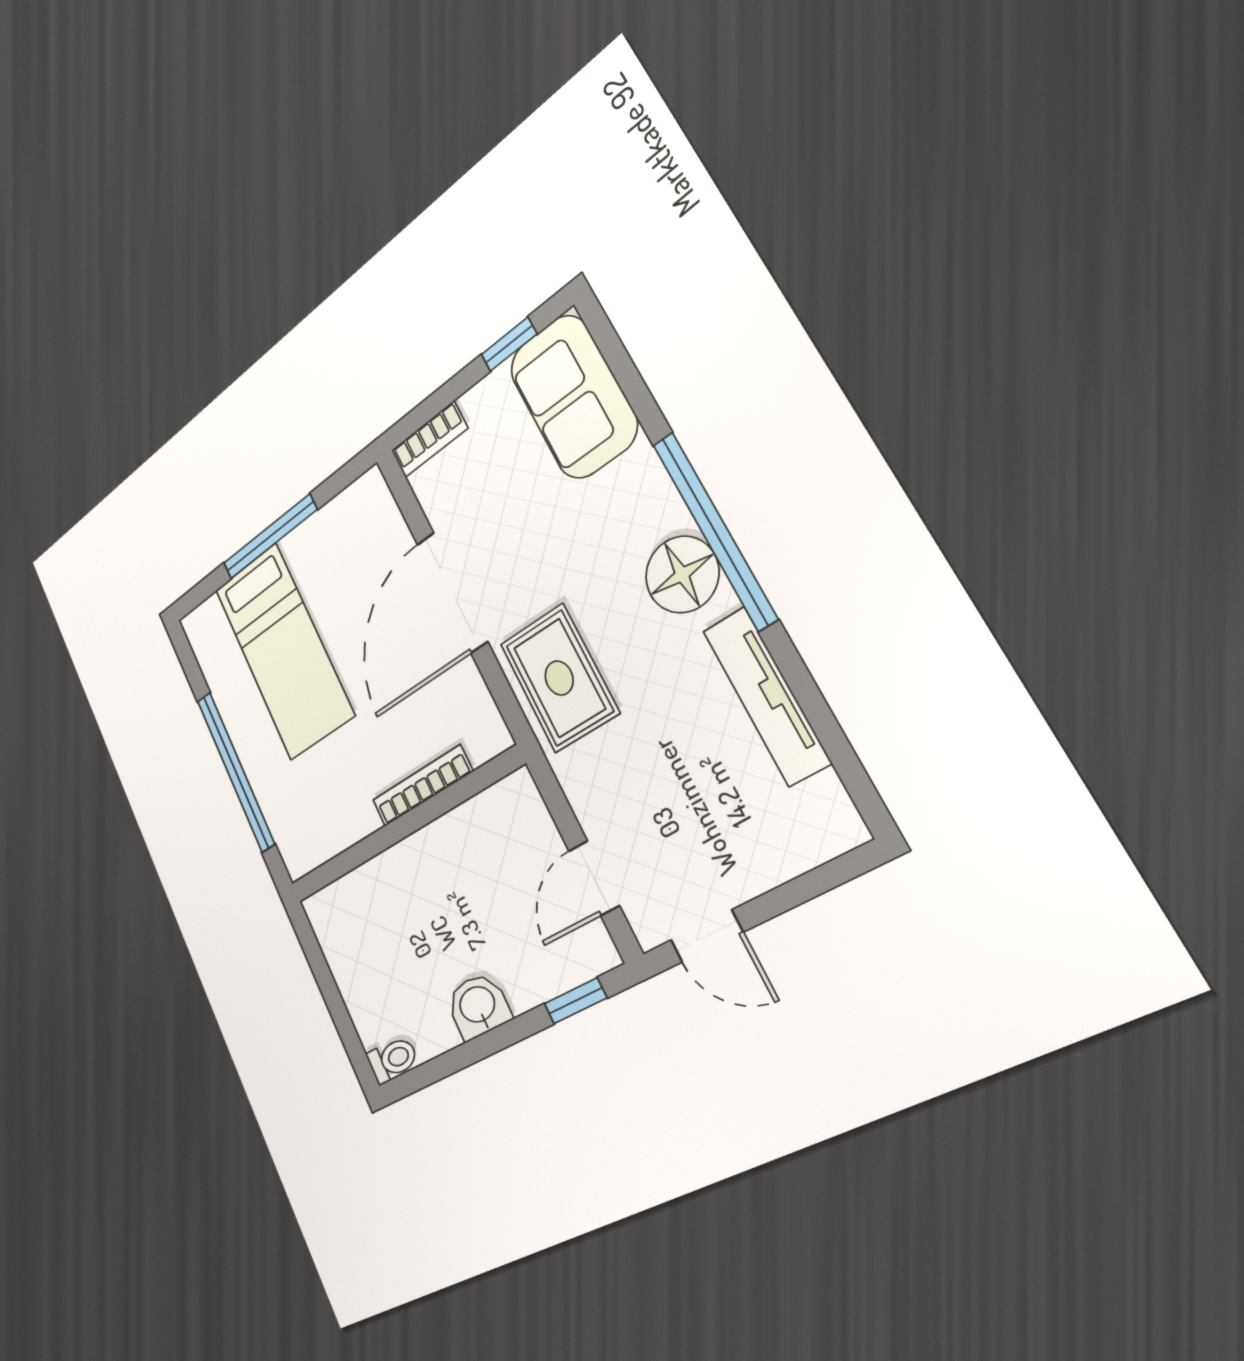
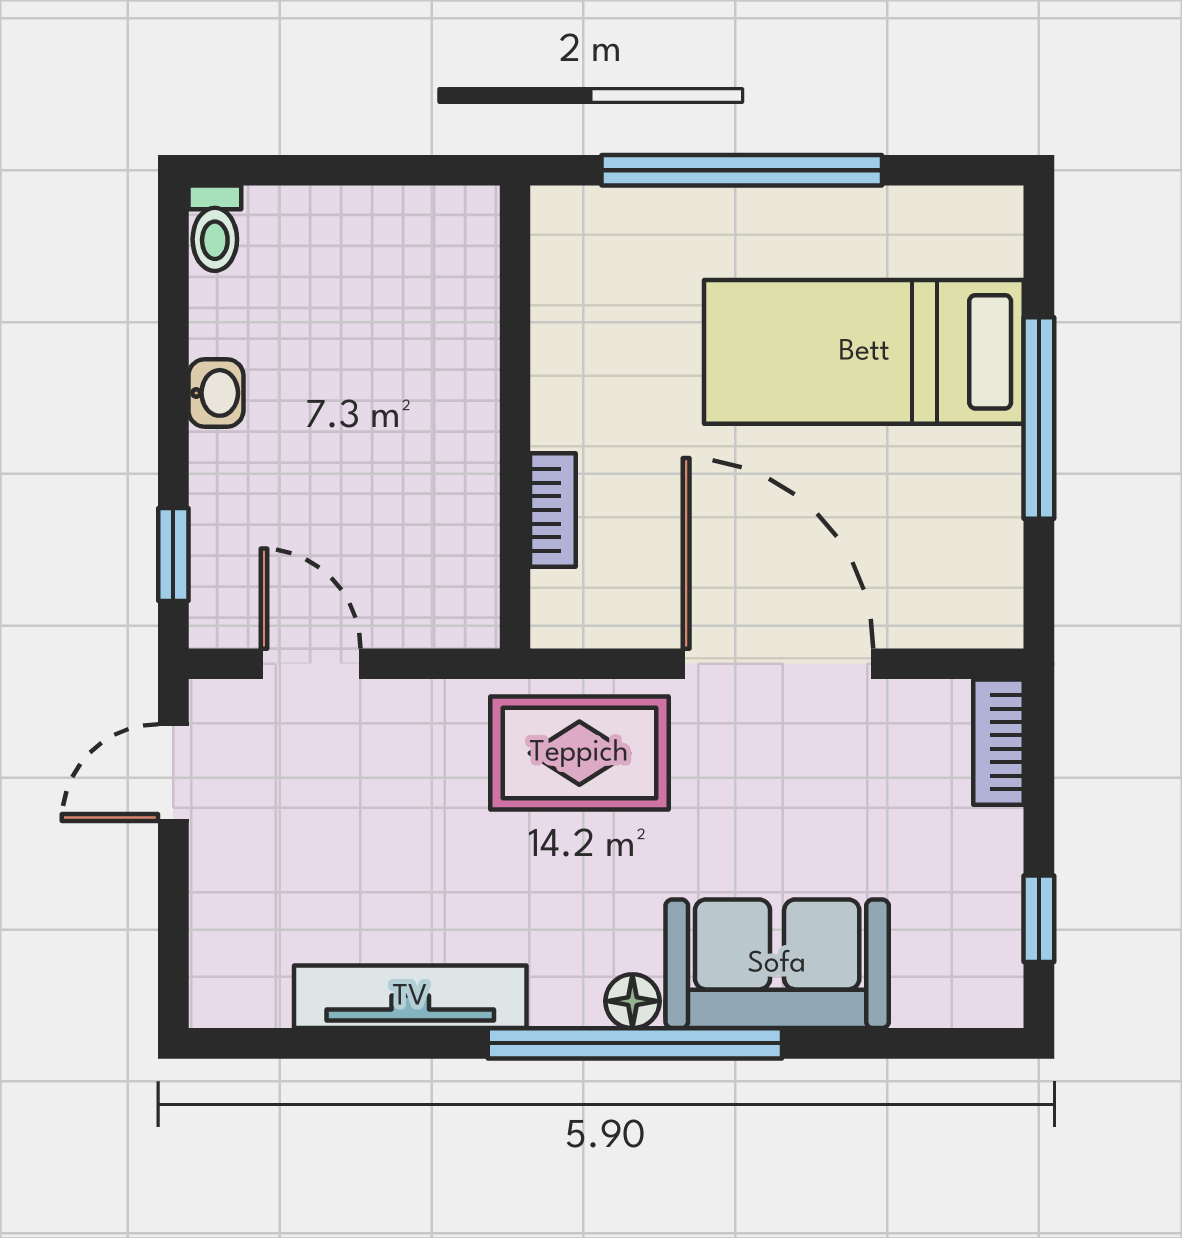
sofa: (573, 397) -> (777, 964), moved
floor lamp: (682, 575) -> (632, 1001), width x0.53, depth x0.53
bookcase: (422, 786) -> (553, 510), width x0.64
washbasin: (478, 1006) -> (216, 393), width x0.72, depth x0.69

